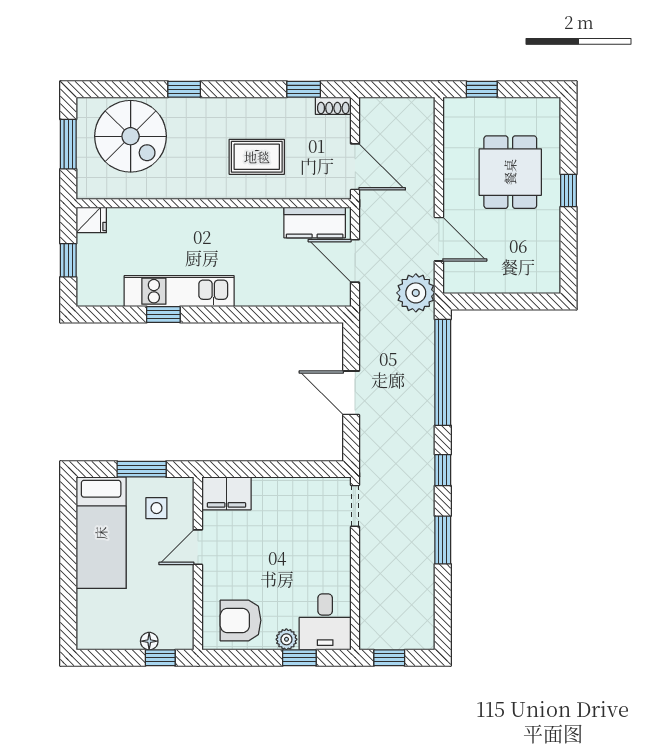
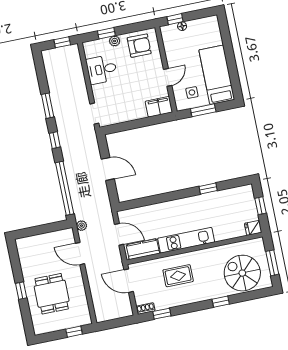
kitchen unit: (179, 291) -> (186, 240), moved, turned 180
plant: (416, 293) -> (82, 226), width x0.53, depth x0.53
desk: (325, 622) -> (102, 69), moved, turned -90

